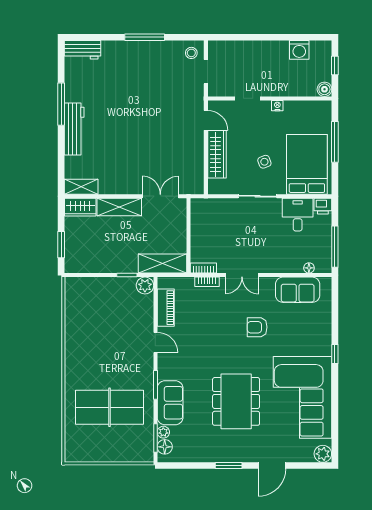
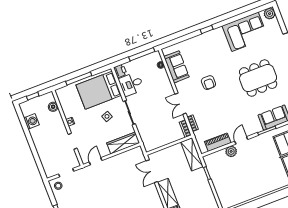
boiler: (324, 89) -> (53, 107), moved
wardrobe: (217, 154) -> (123, 143), moved
double door: (242, 275) -> (181, 104), swing flipped
plant: (145, 286) -> (231, 151), moved
corner sofa: (303, 397) -> (245, 32), width x0.73, depth x0.74

